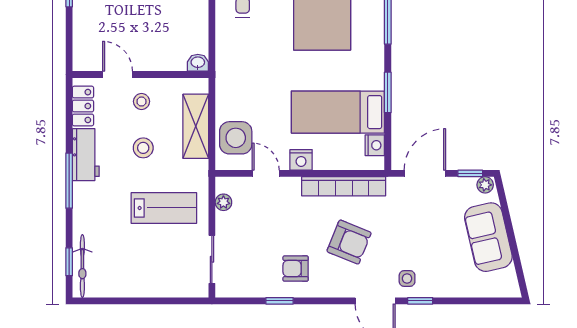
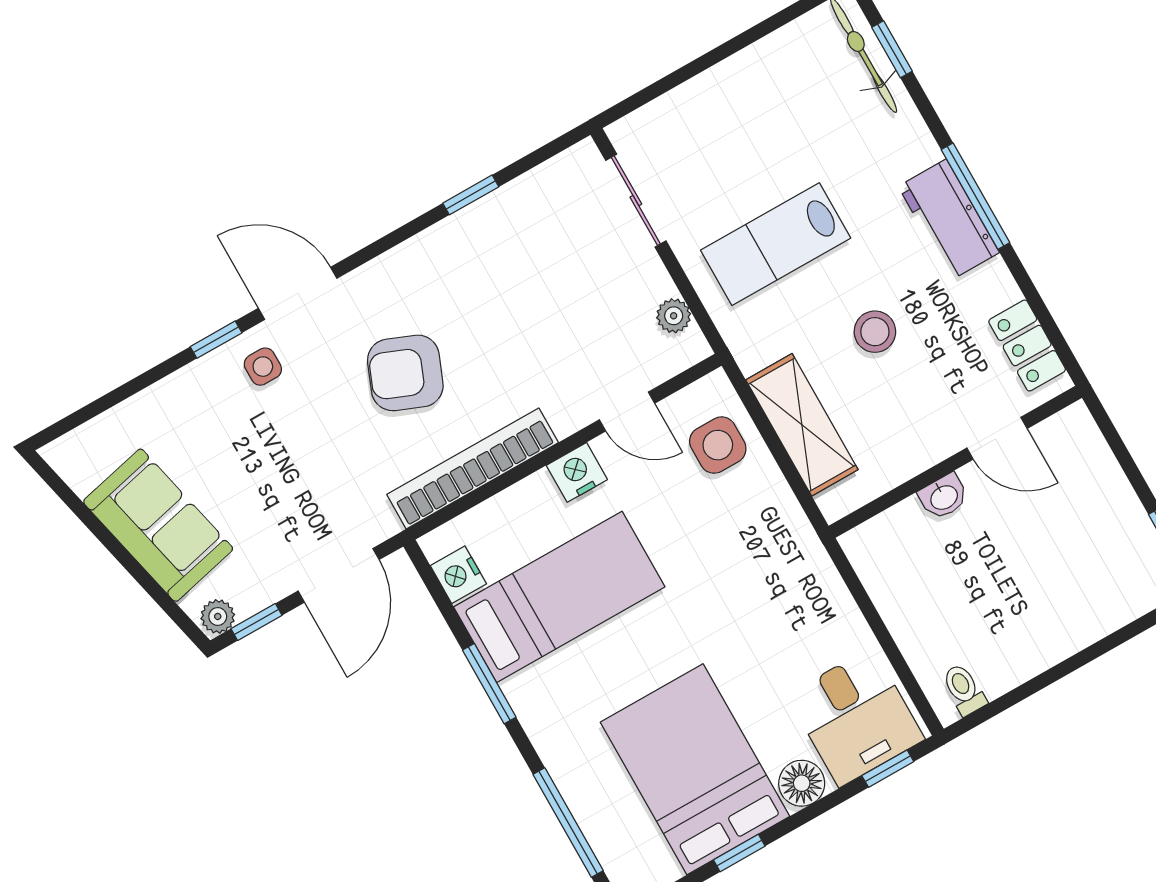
washbasin: (198, 63) -> (944, 497), moved
stool: (142, 101) -> (926, 414), removed
side table: (236, 138) -> (718, 445), width x0.73, depth x0.73
workbench: (86, 155) -> (949, 219), moved
armchair: (296, 269) -> (475, 270), removed

